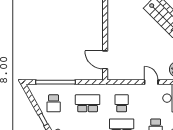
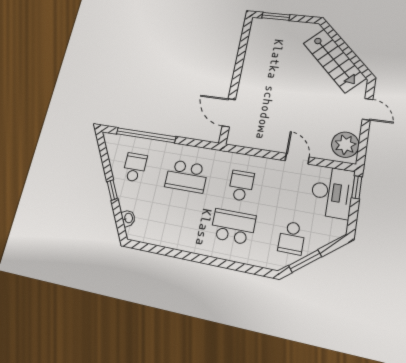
school desk: (54, 103) -> (135, 167), turned 180
school desk: (88, 103) -> (186, 176), turned 180

